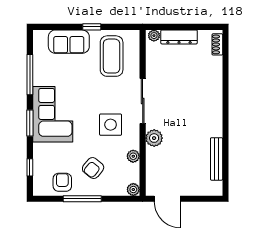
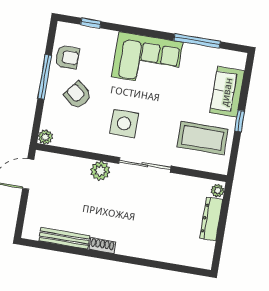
shoe rack: (217, 44) -> (102, 246), moved
window: (30, 123) -> (142, 32), removed
plant: (133, 156) -> (84, 143), removed

